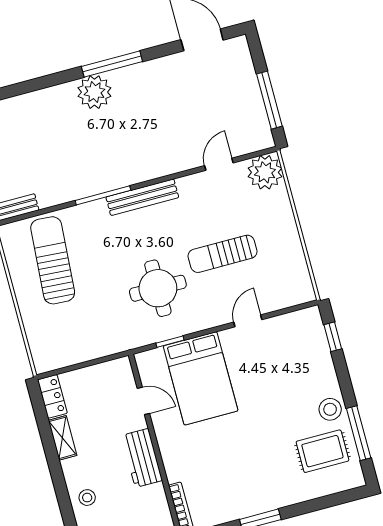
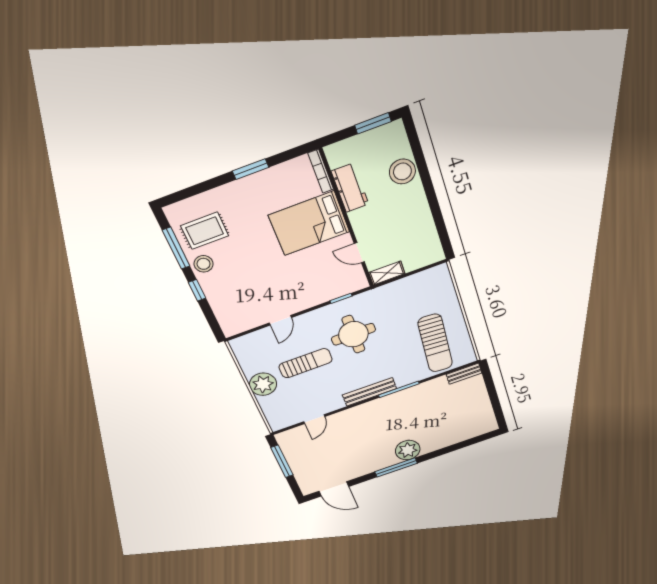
plant: (265, 172) -> (263, 384), moved
window: (333, 337) -> (197, 290), moved
bed: (201, 378) -> (309, 223), moved, turned -90
locker: (52, 396) -> (434, 248), removed
shelving: (63, 438) -> (387, 273), moved, turned 90
workbench: (142, 458) -> (350, 188), moved
stool: (87, 498) -> (402, 172), width x1.89, depth x1.89

